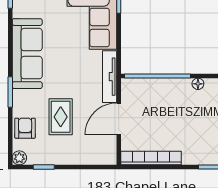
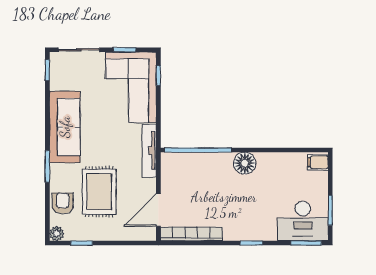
floor lamp: (198, 84) -> (245, 163), width x1.89, depth x1.89
rug: (61, 117) -> (99, 192), width x1.36, depth x1.43
door: (119, 119) -> (158, 210), moved

